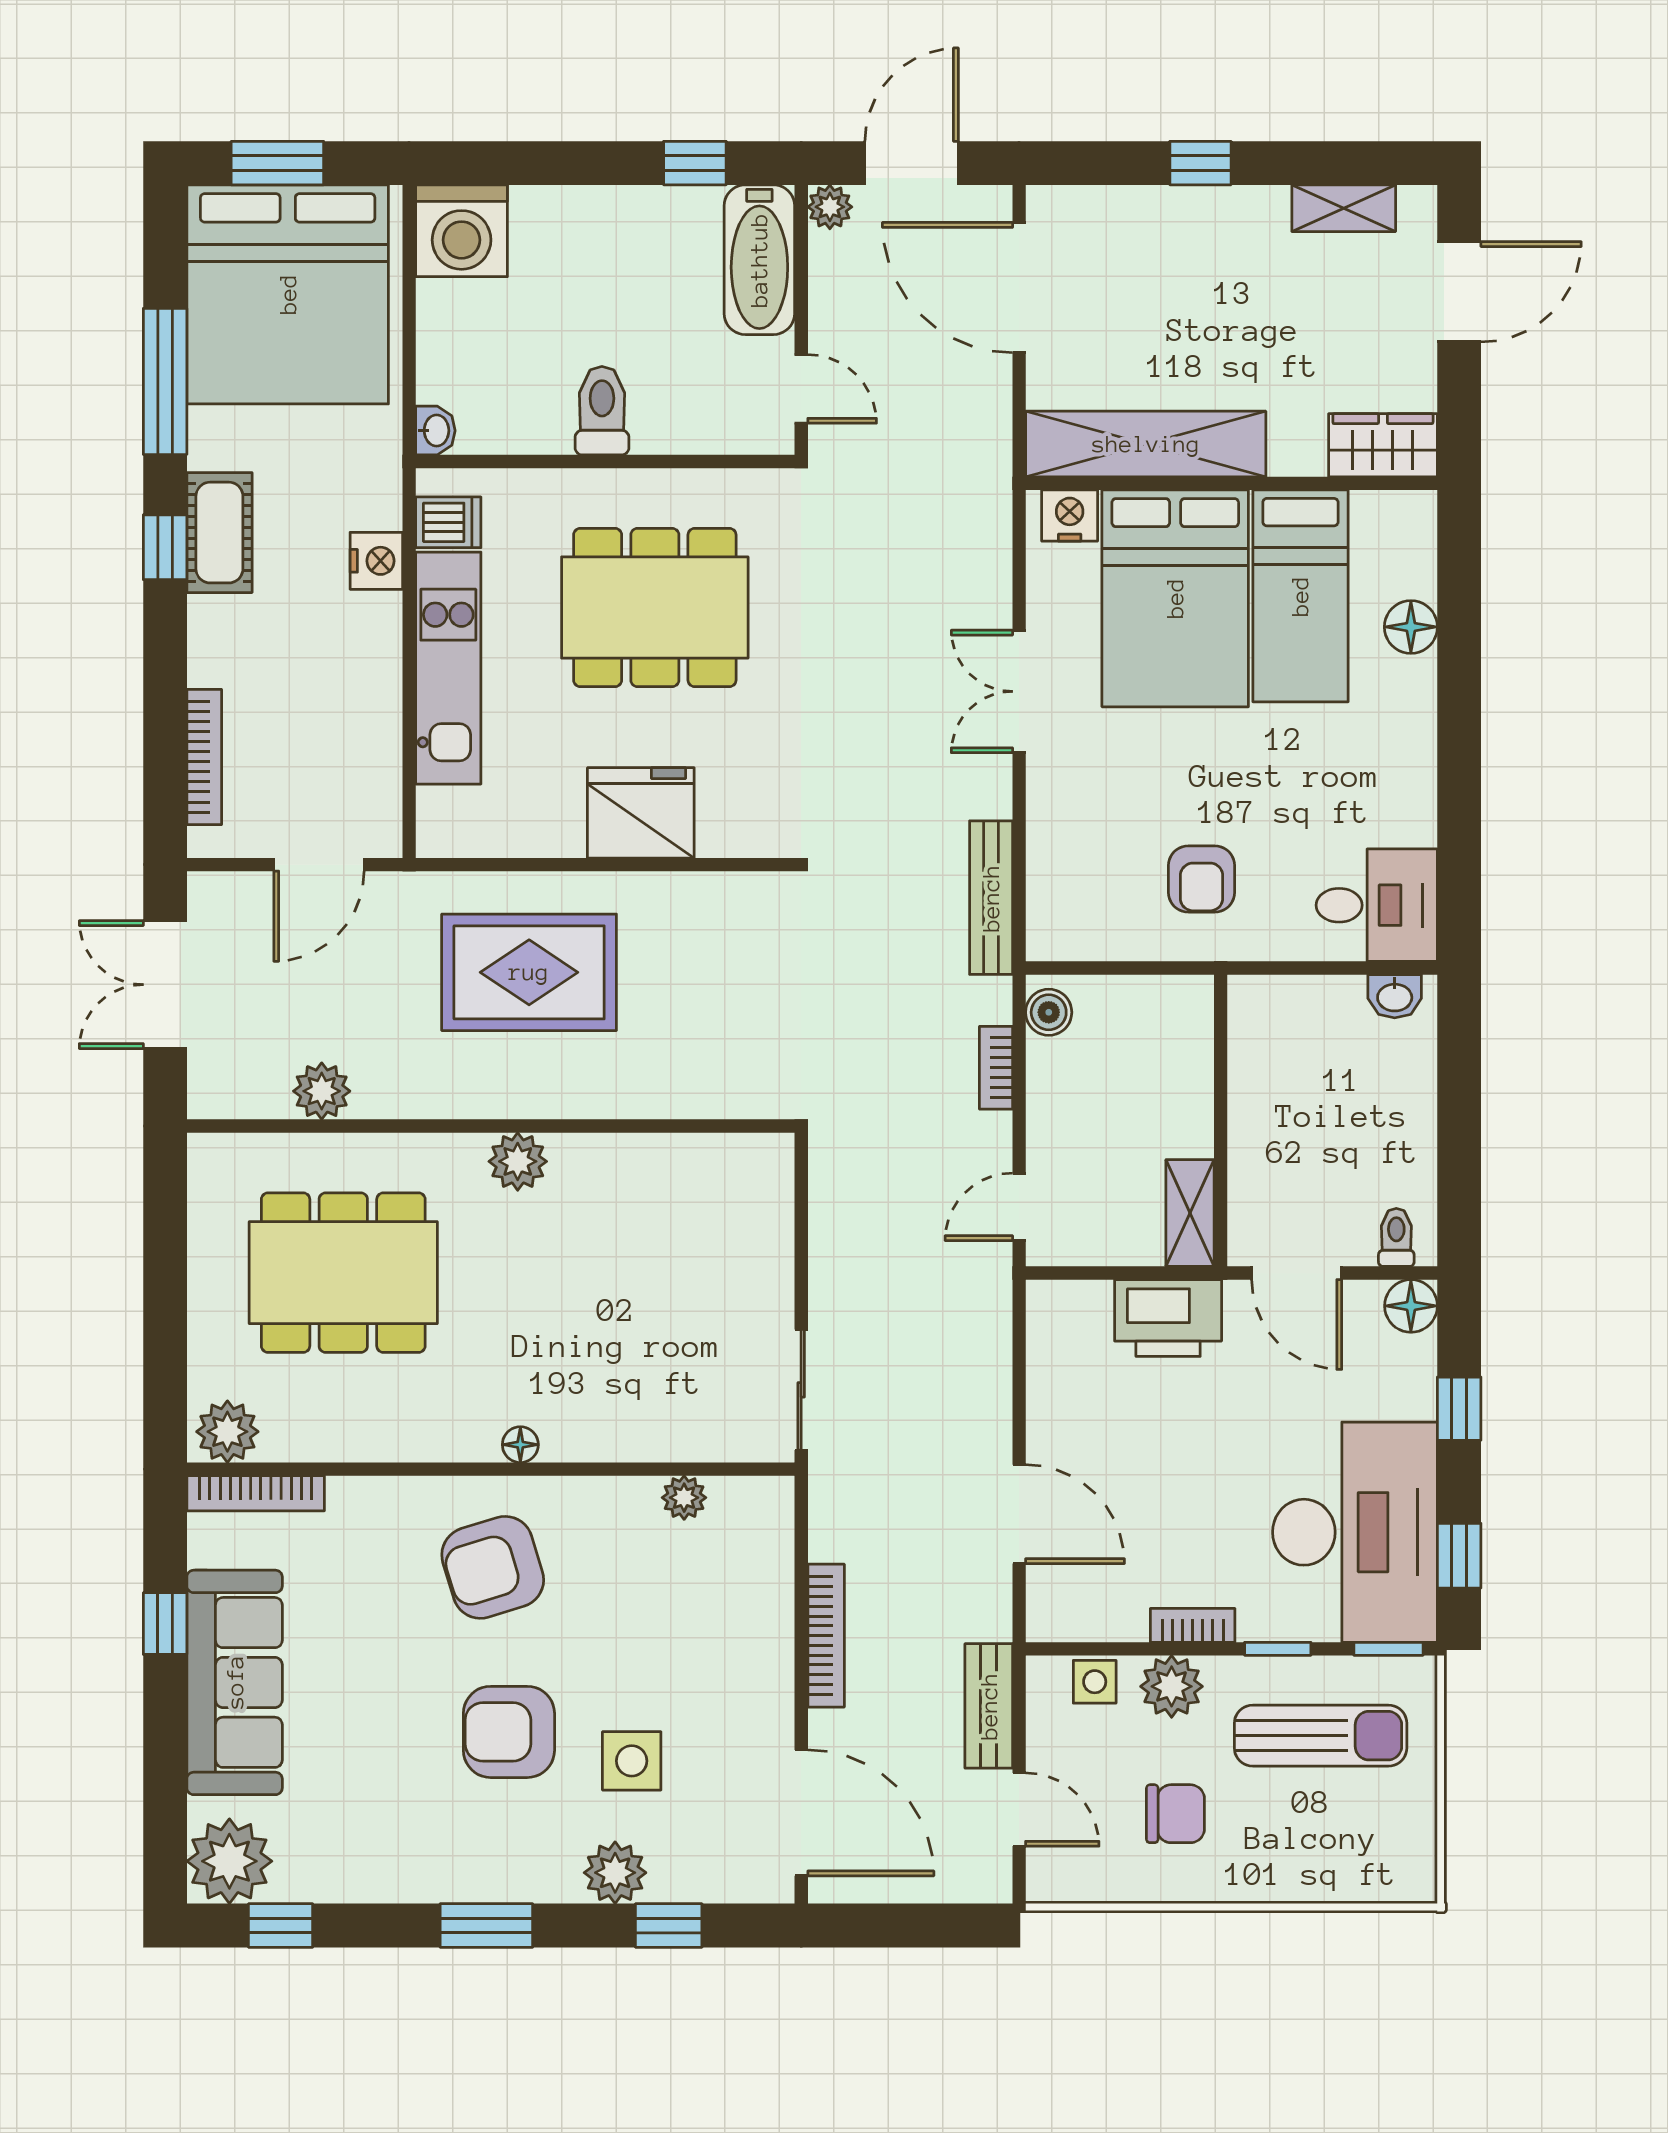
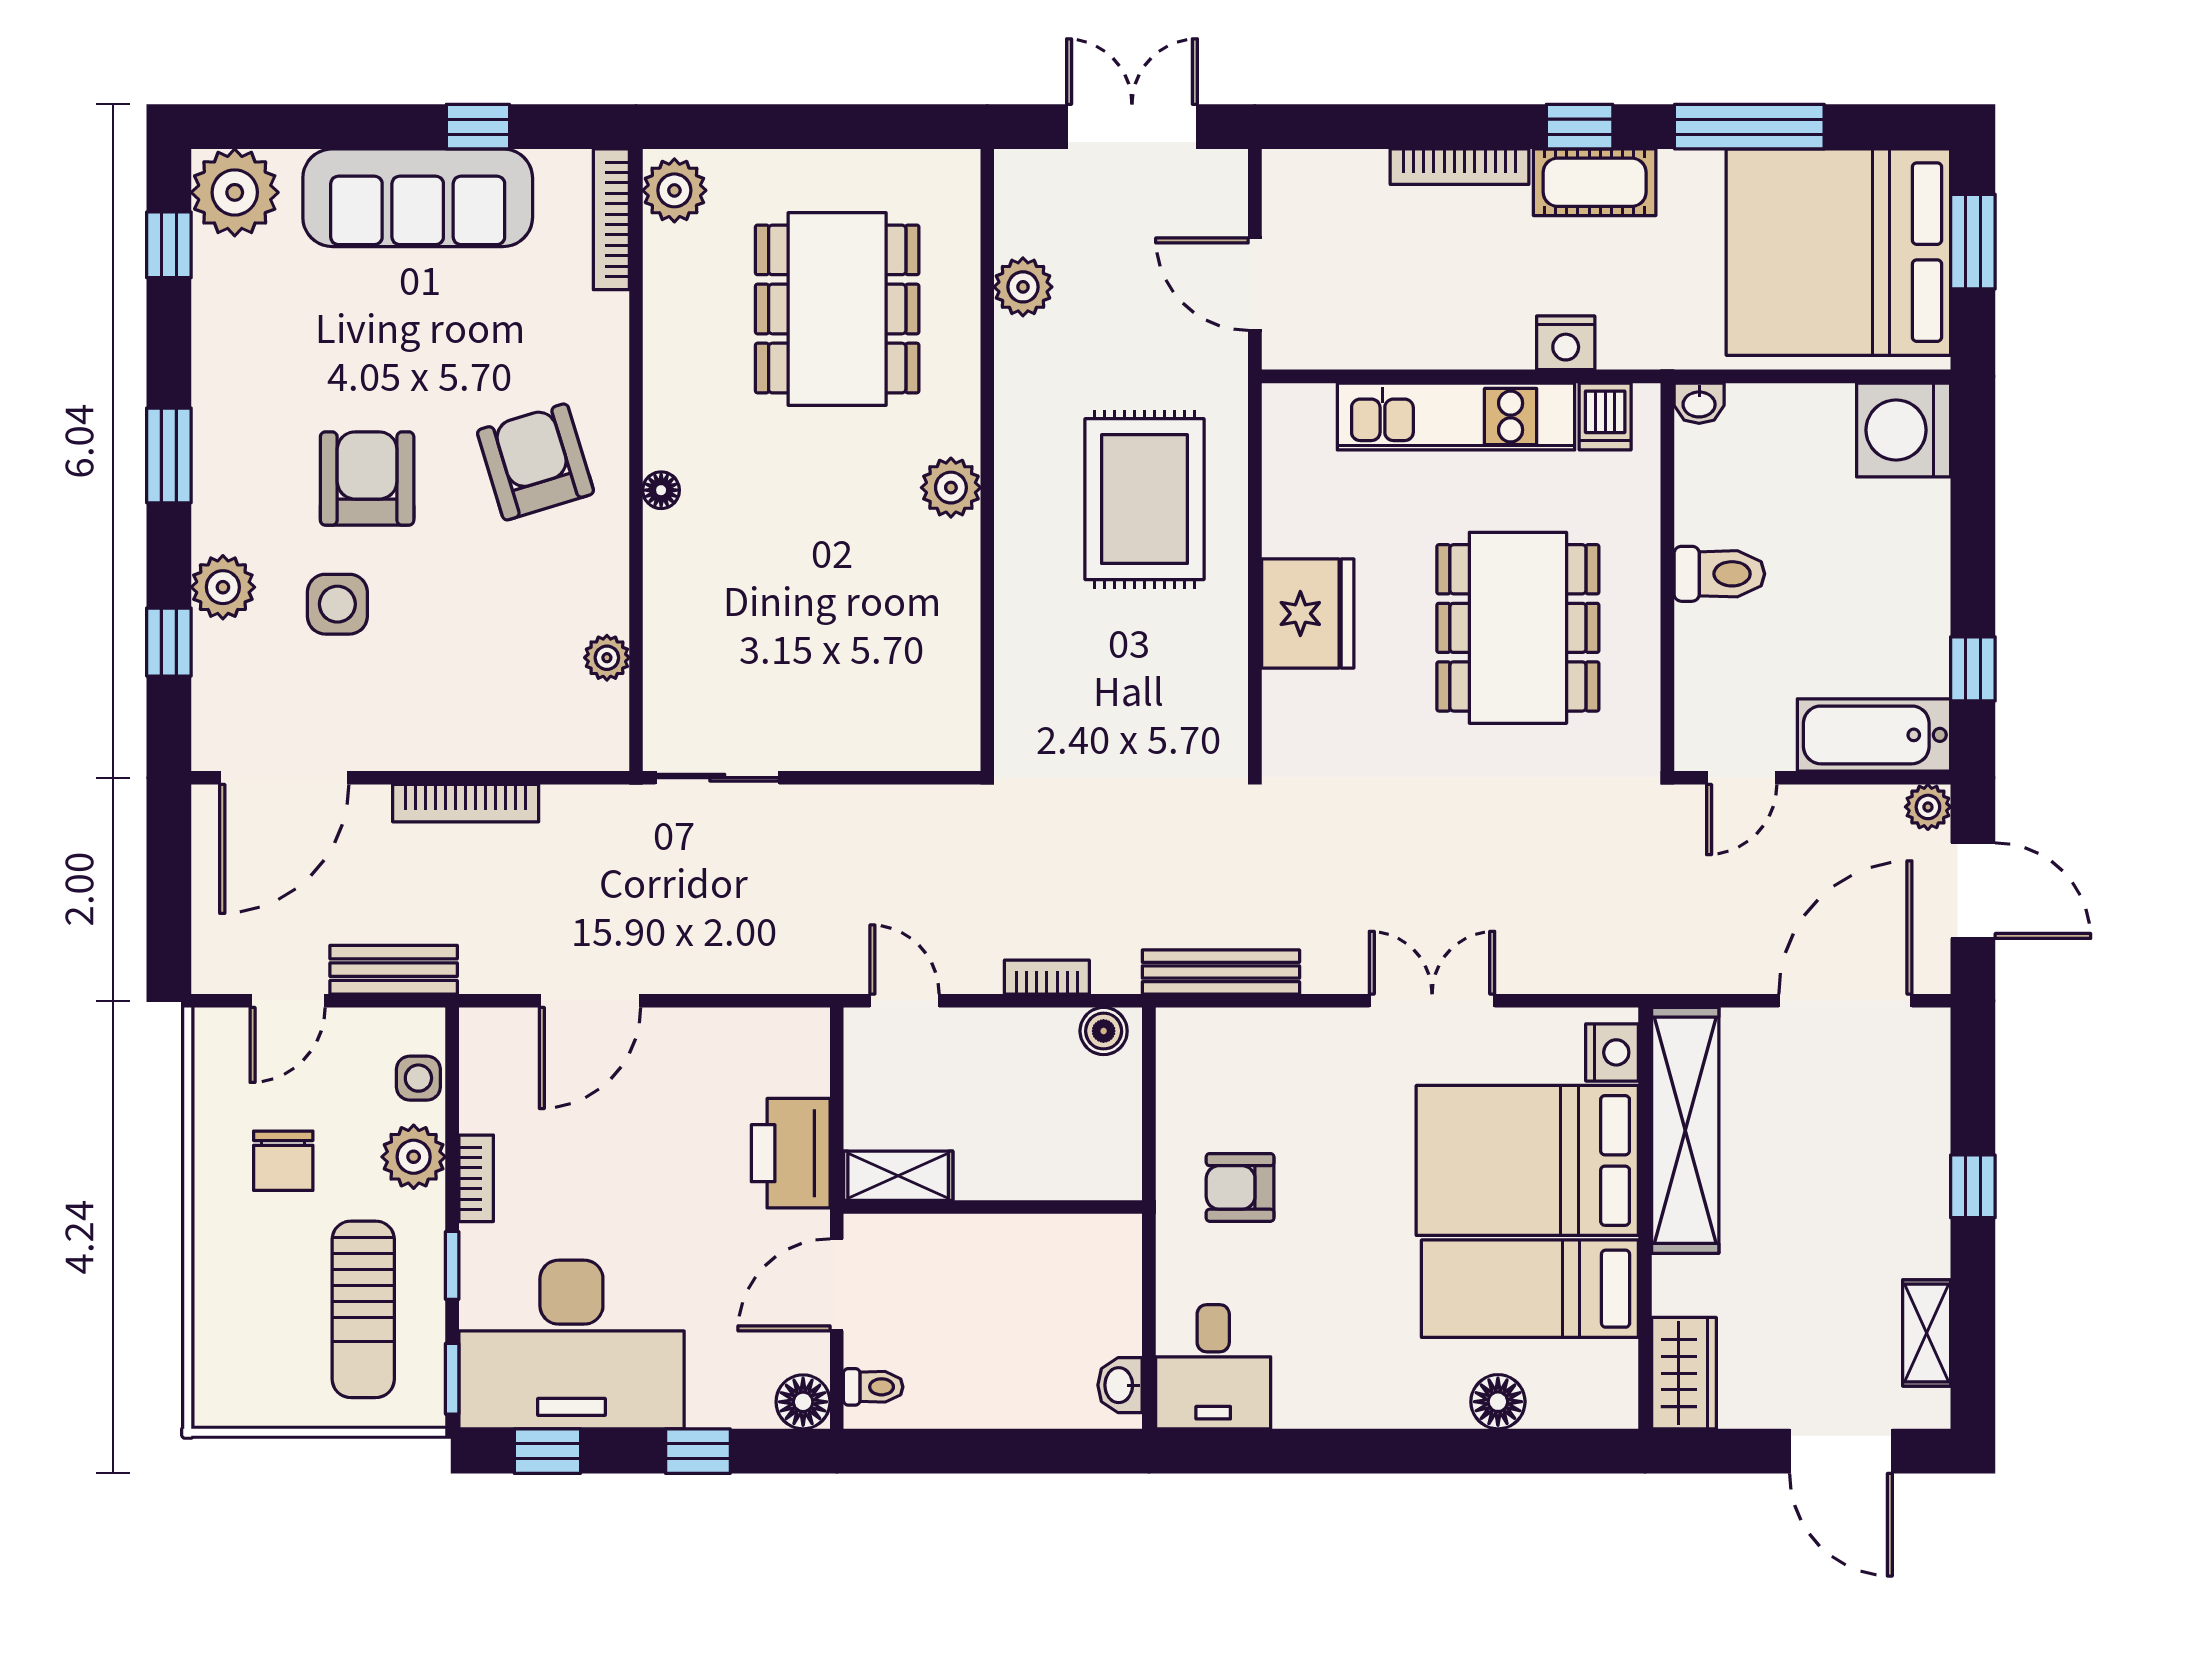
bookcase: (204, 757) -> (1459, 167), moved

